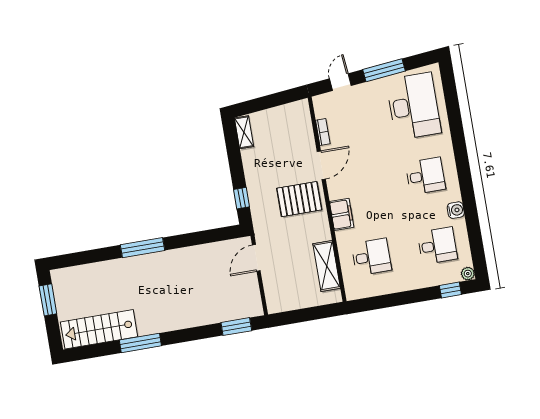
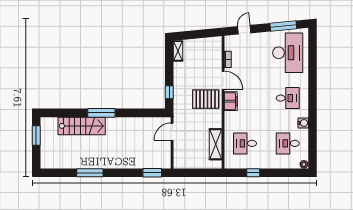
window: (384, 70) -> (283, 26), moved
door: (321, 165) -> (223, 80), hinge flipped
filing cabinet: (342, 214) -> (231, 101), moved
desk: (437, 246) -> (288, 143), turned 180
desk: (371, 257) -> (245, 143), turned 180
window: (450, 290) -> (253, 173), moved
stairs: (99, 329) -> (82, 126), moved, turned 180

